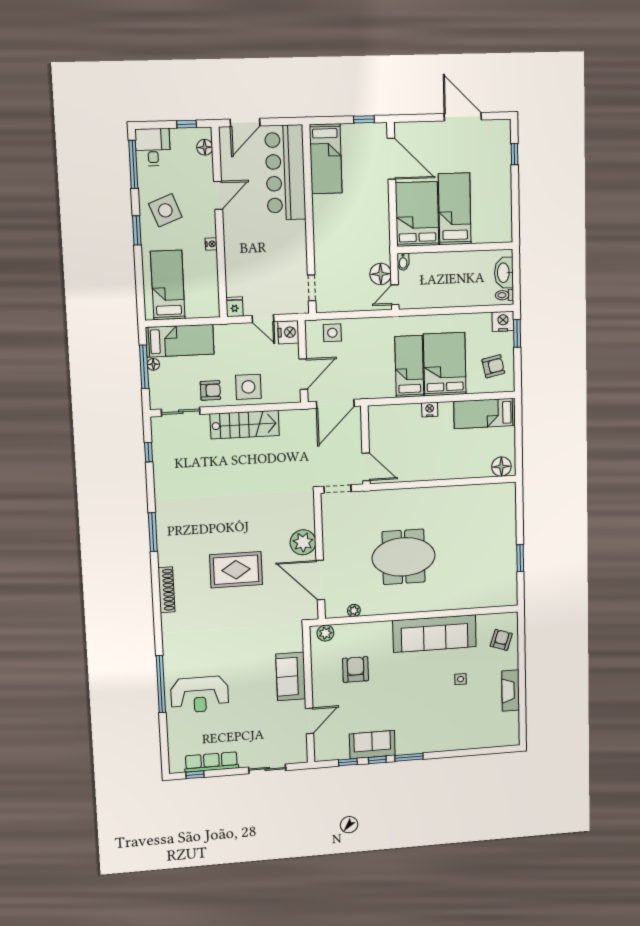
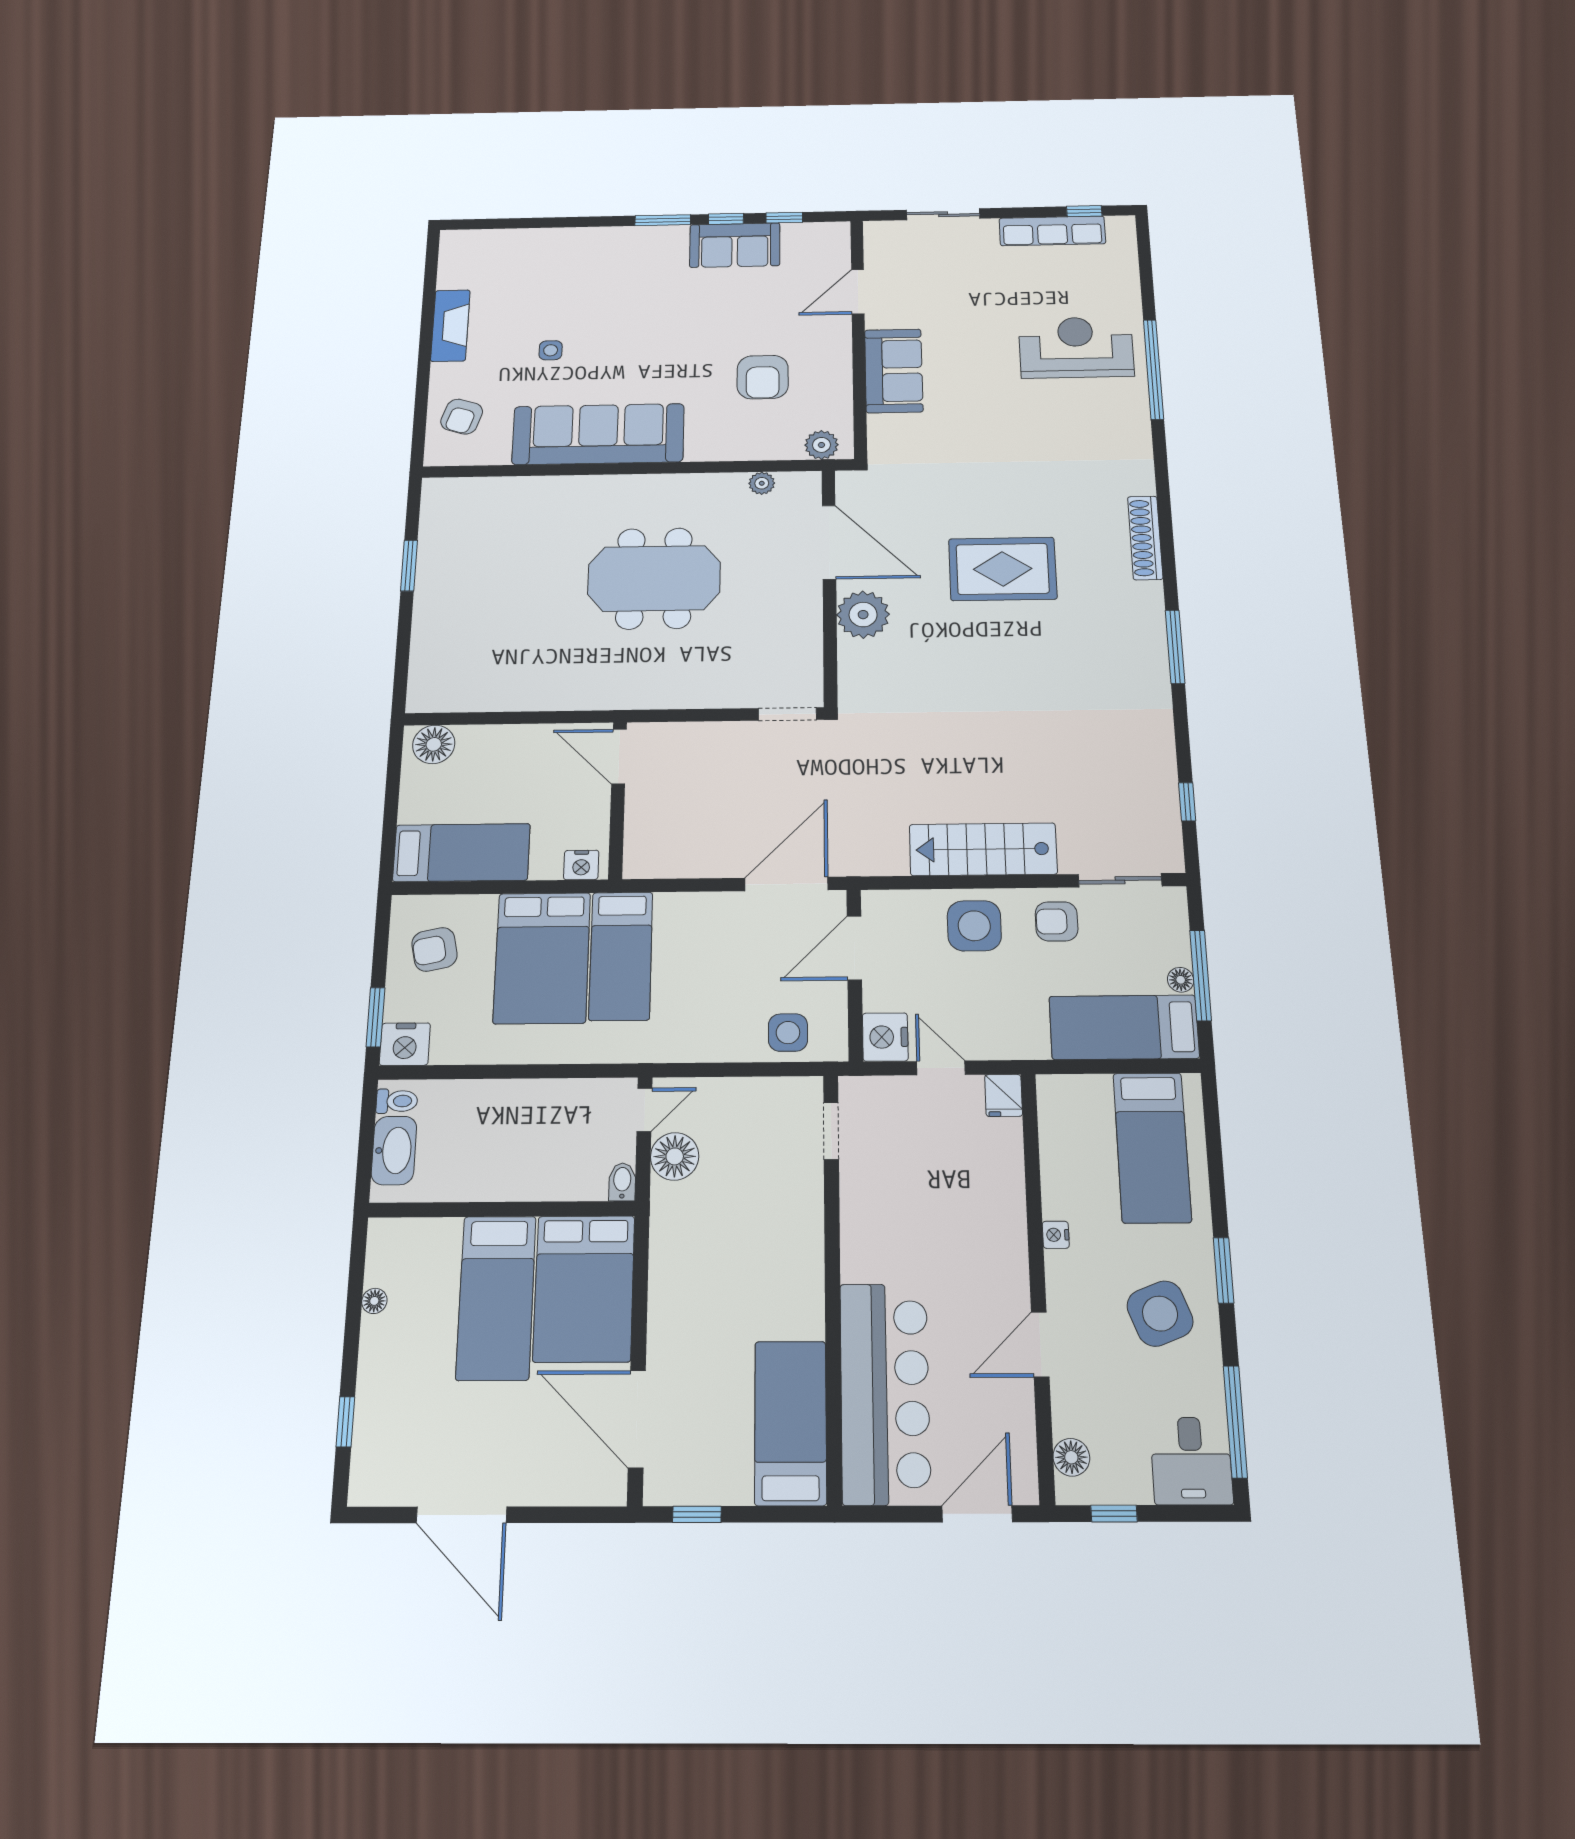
floor lamp: (507, 206) -> (374, 1301), added
wall: (365, 445) -> (618, 800), moved
door: (366, 467) -> (619, 757), moved

